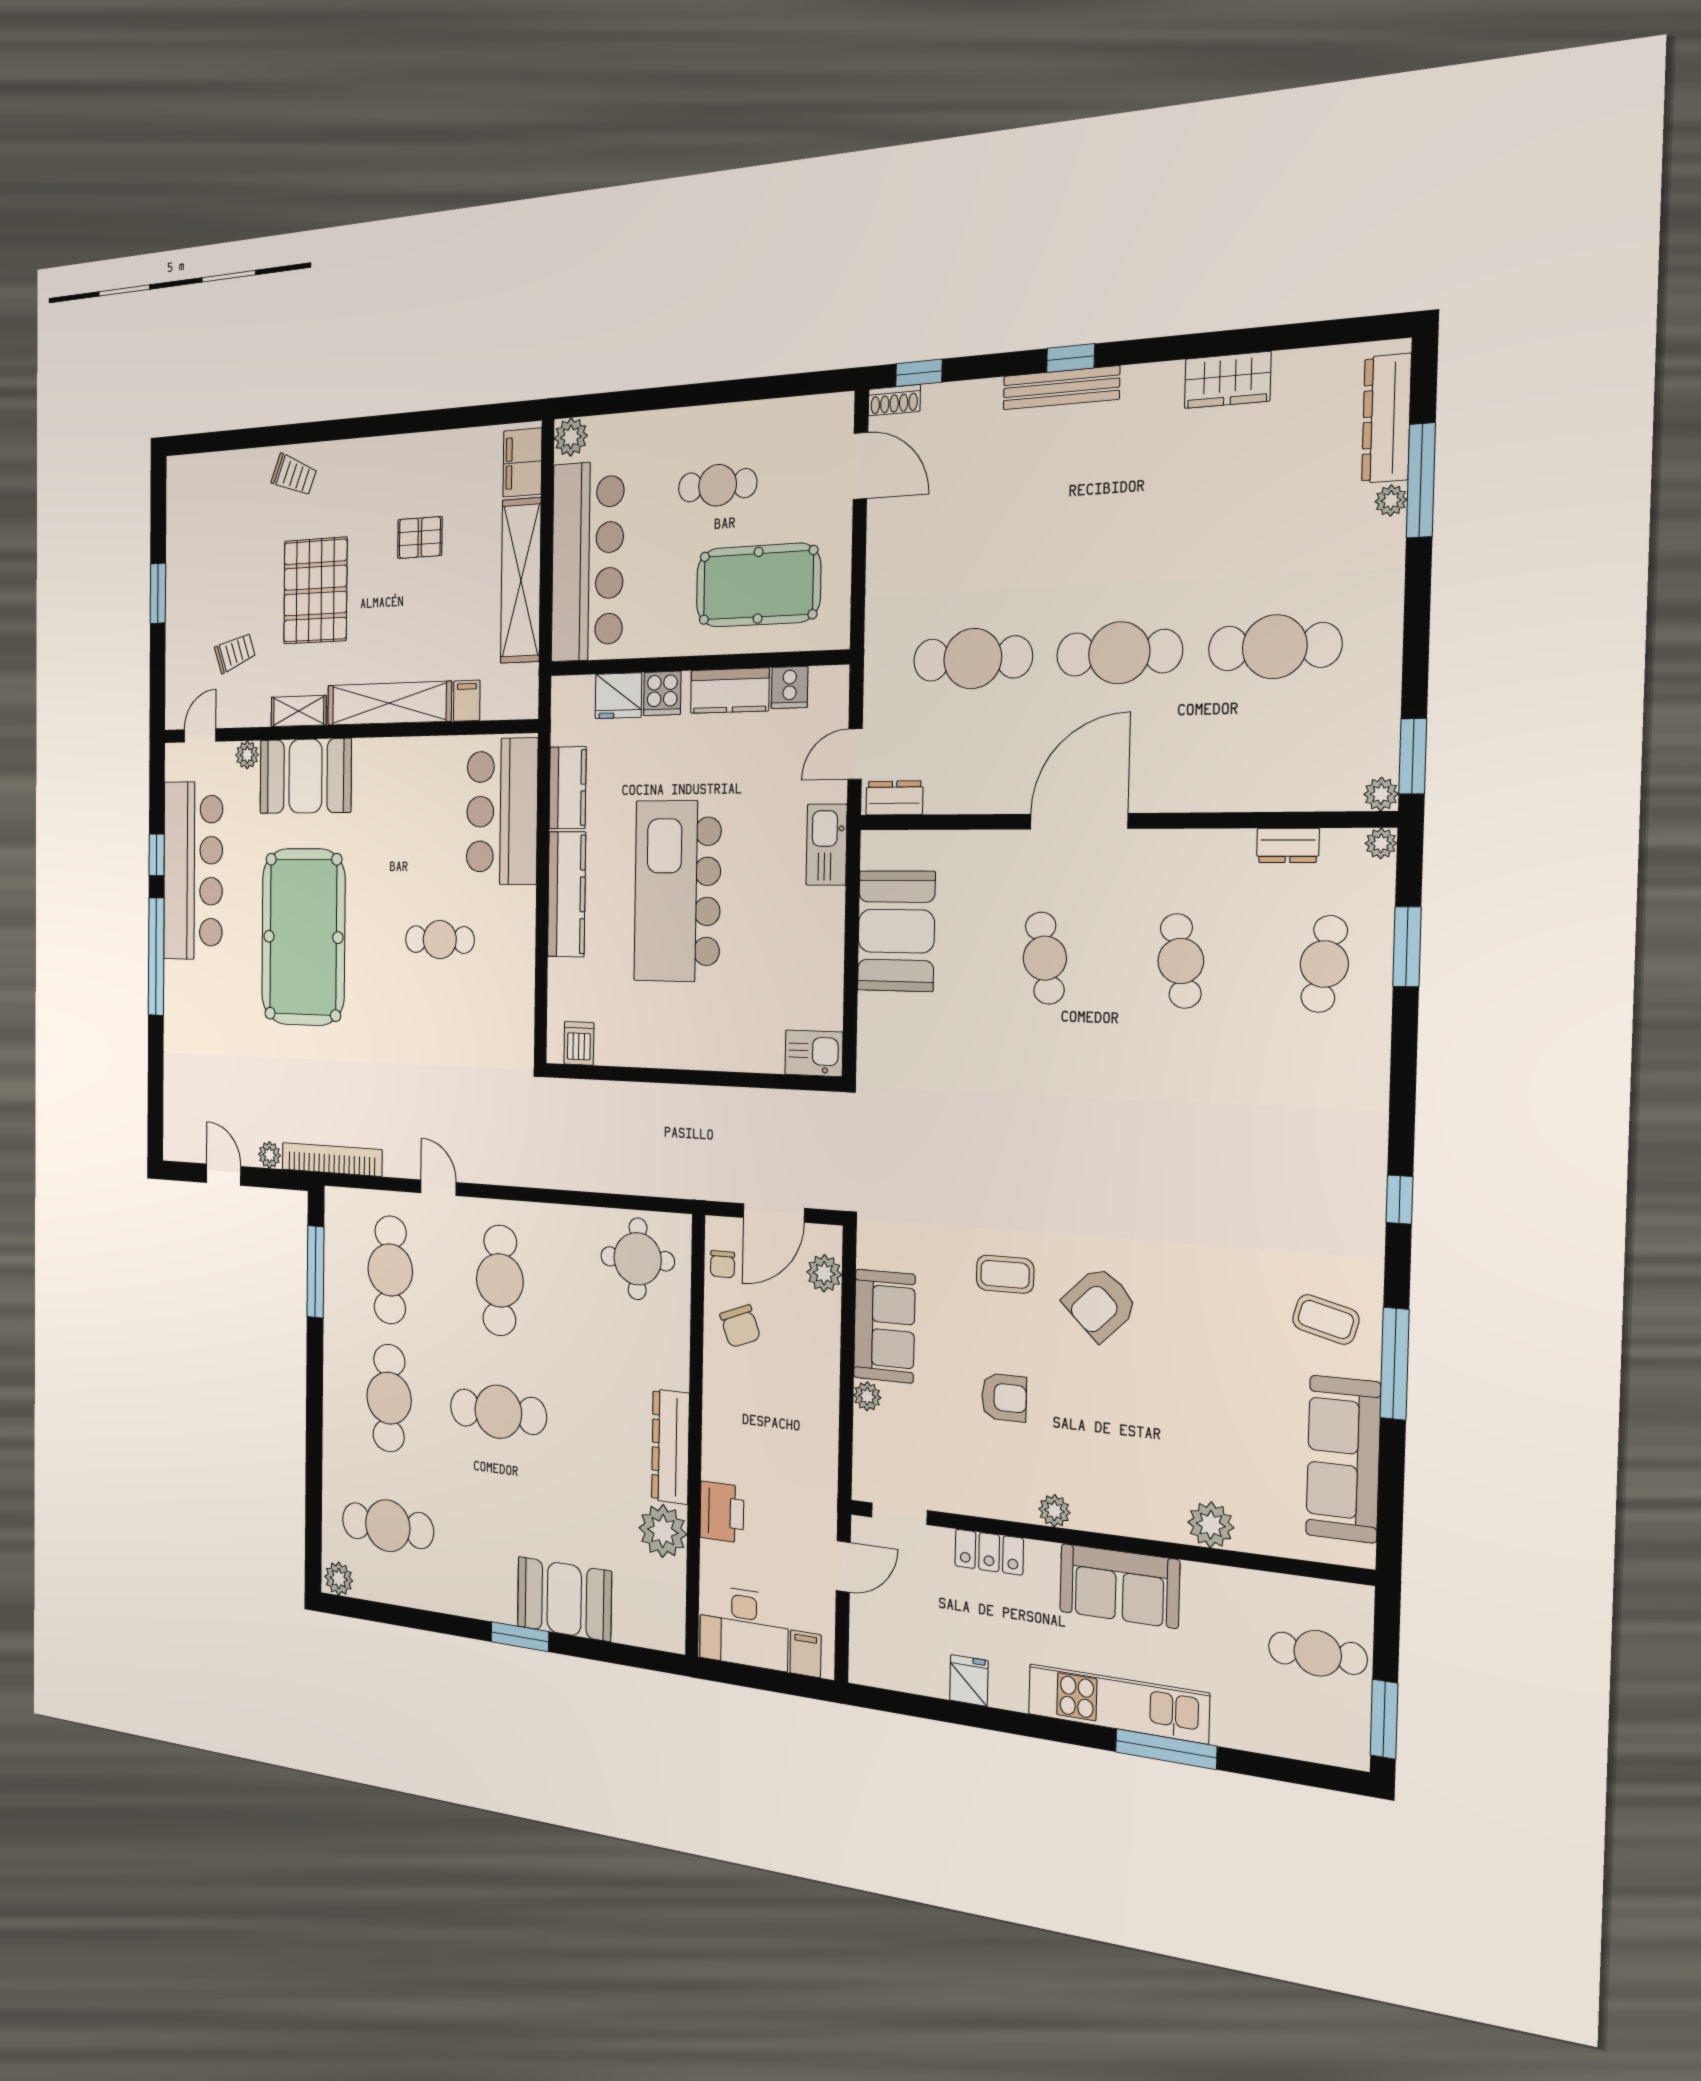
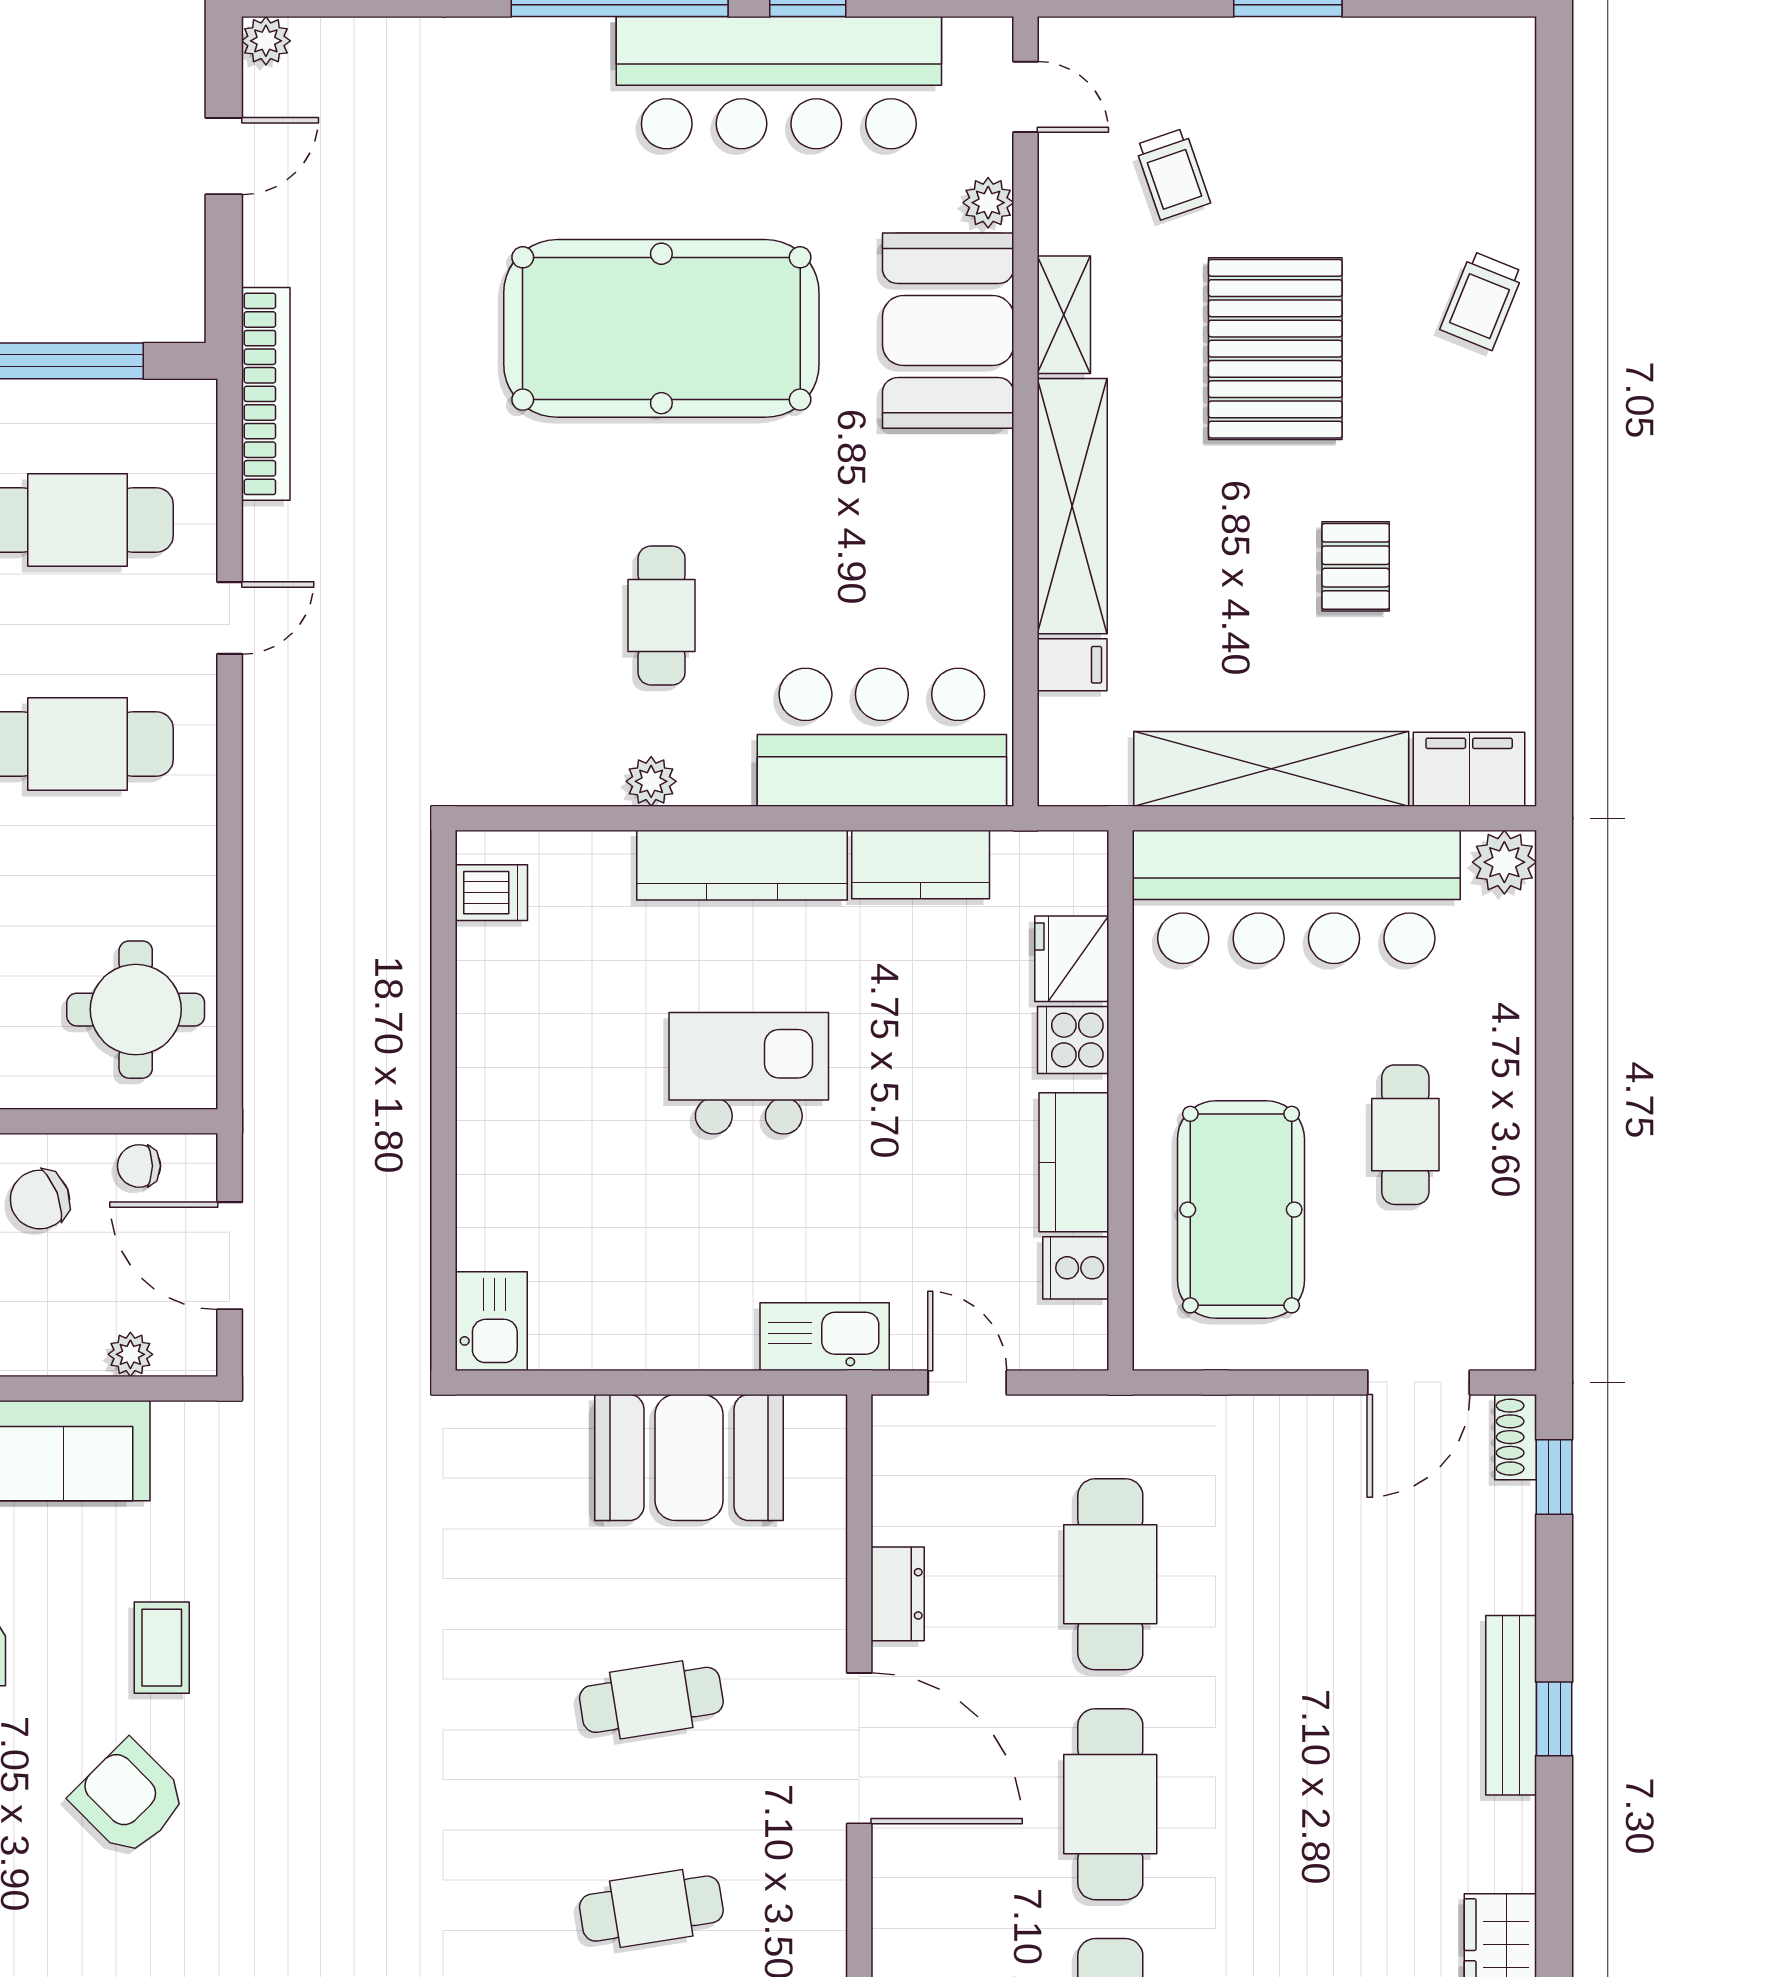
pallet: (315, 591) -> (1275, 349), turned 90
dresser: (894, 798) -> (898, 1594), moved
kitchen island: (677, 891) -> (749, 1073), width x0.54, depth x0.78
plant: (523, 947) -> (651, 781), added
plant: (269, 1155) -> (266, 41), moved
plant: (824, 1273) -> (130, 1354), width x0.73, depth x0.73

